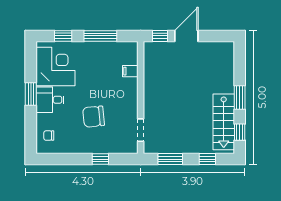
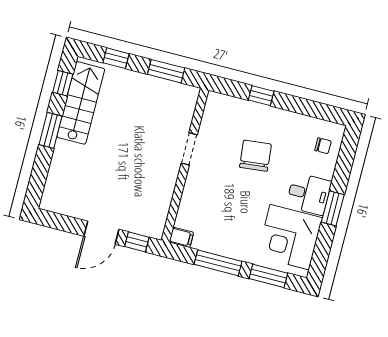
window: (63, 36) -> (268, 276), width x1.50
filing cabinet: (130, 71) -> (181, 237), moved
chair: (94, 117) -> (255, 156), turned -90
doorway: (141, 130) -> (189, 149), moved

